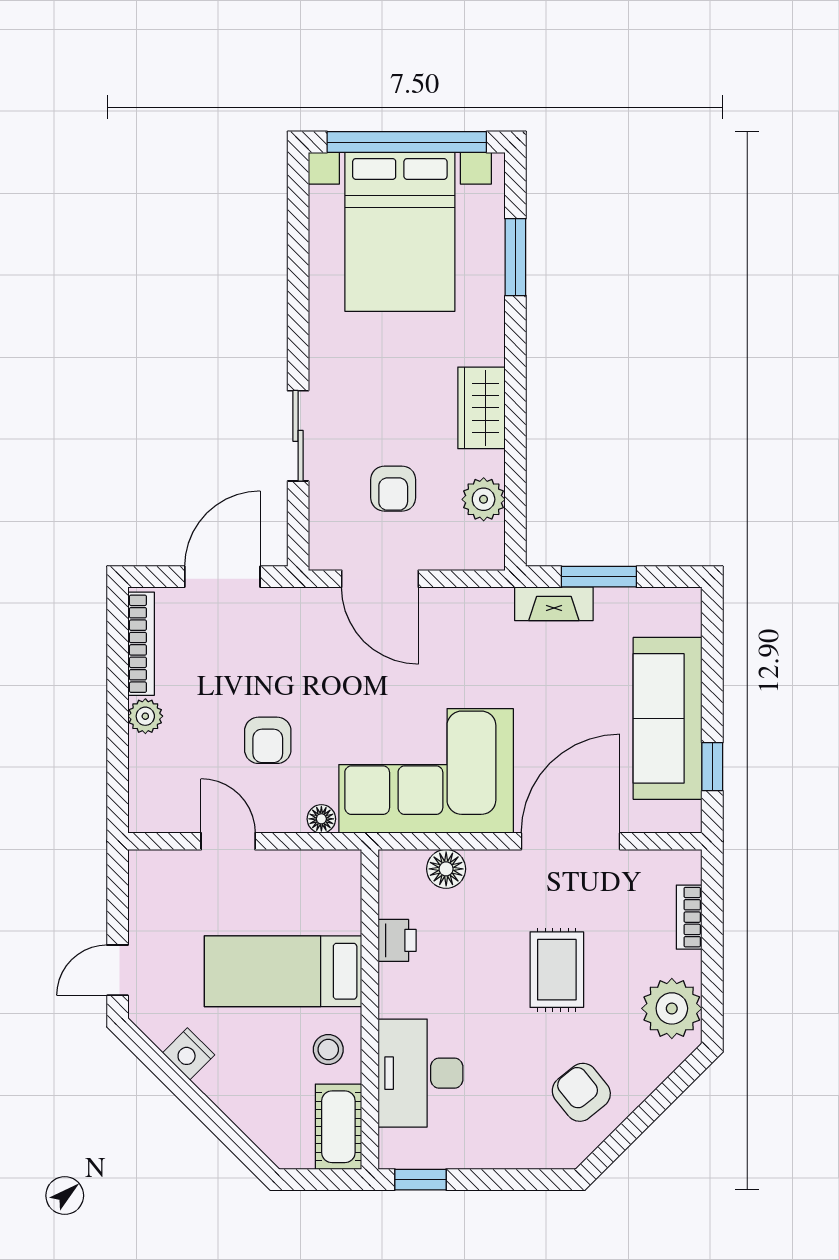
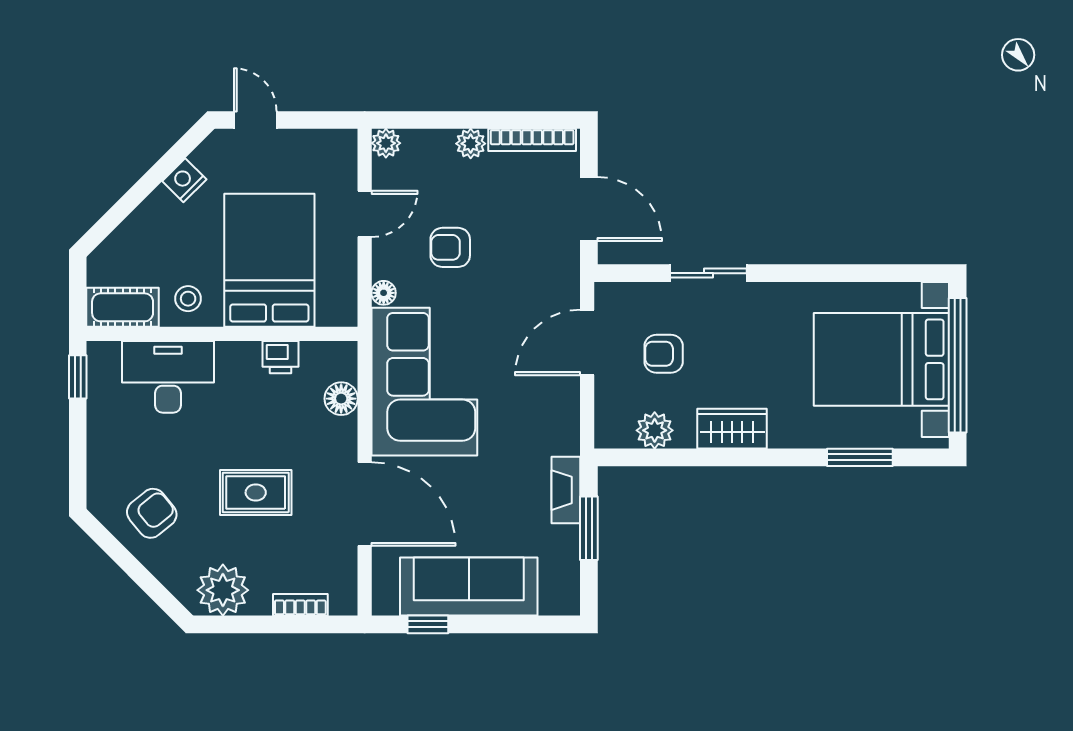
plant: (145, 816) -> (386, 143), added
bed: (283, 971) -> (269, 260), width x1.50

